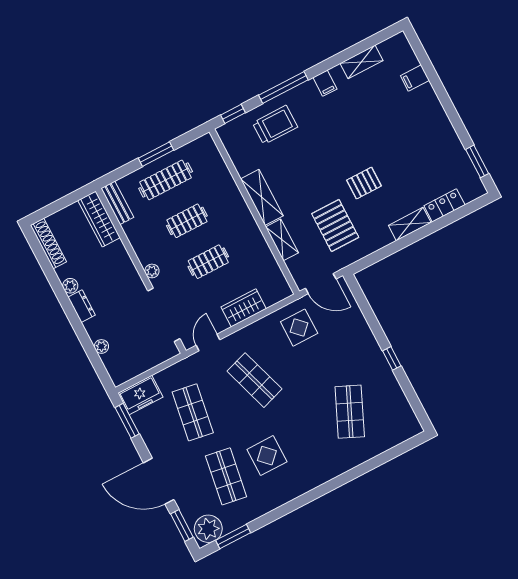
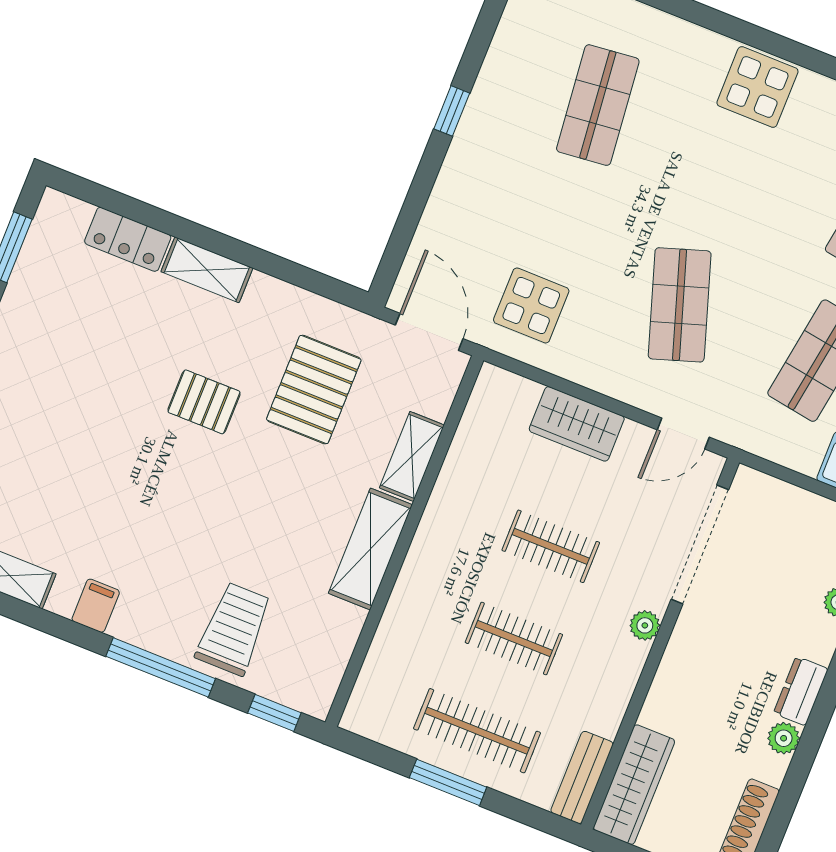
trolley: (275, 125) -> (234, 629), turned 90
shop shelf: (350, 412) -> (598, 105), turned -30
display table: (267, 456) -> (757, 87), moved

